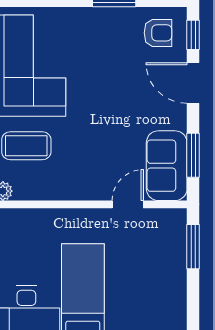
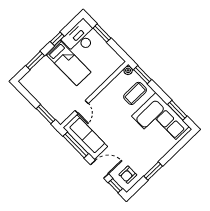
window: (193, 155) -> (76, 145), width x1.44
sofa: (167, 166) -> (85, 137), width x1.36

